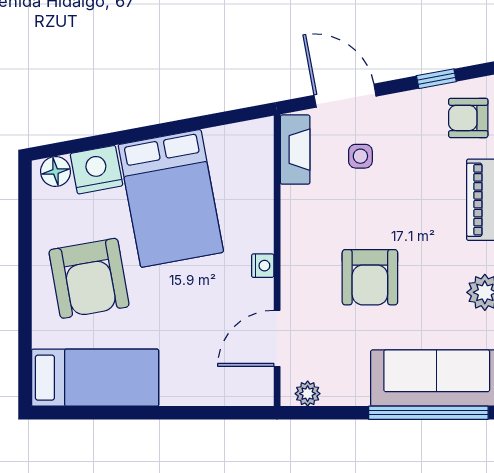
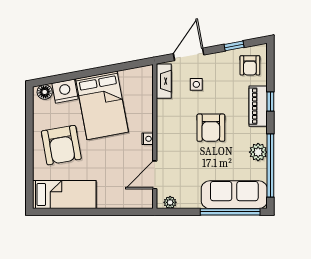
door: (345, 96) -> (189, 54), hinge flipped
armchair: (468, 118) -> (250, 65), turned -90
armchair: (370, 277) -> (211, 128), moved

